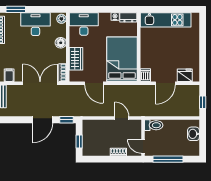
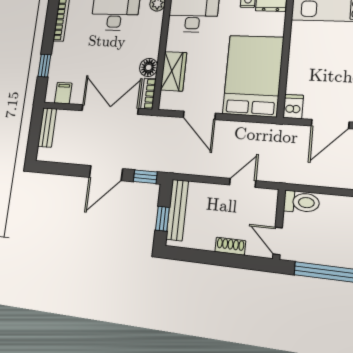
floor lamp: (61, 43) -> (149, 67), moved
door: (122, 118) -> (243, 183), hinge flipped
bench: (87, 136) -> (177, 210), added

